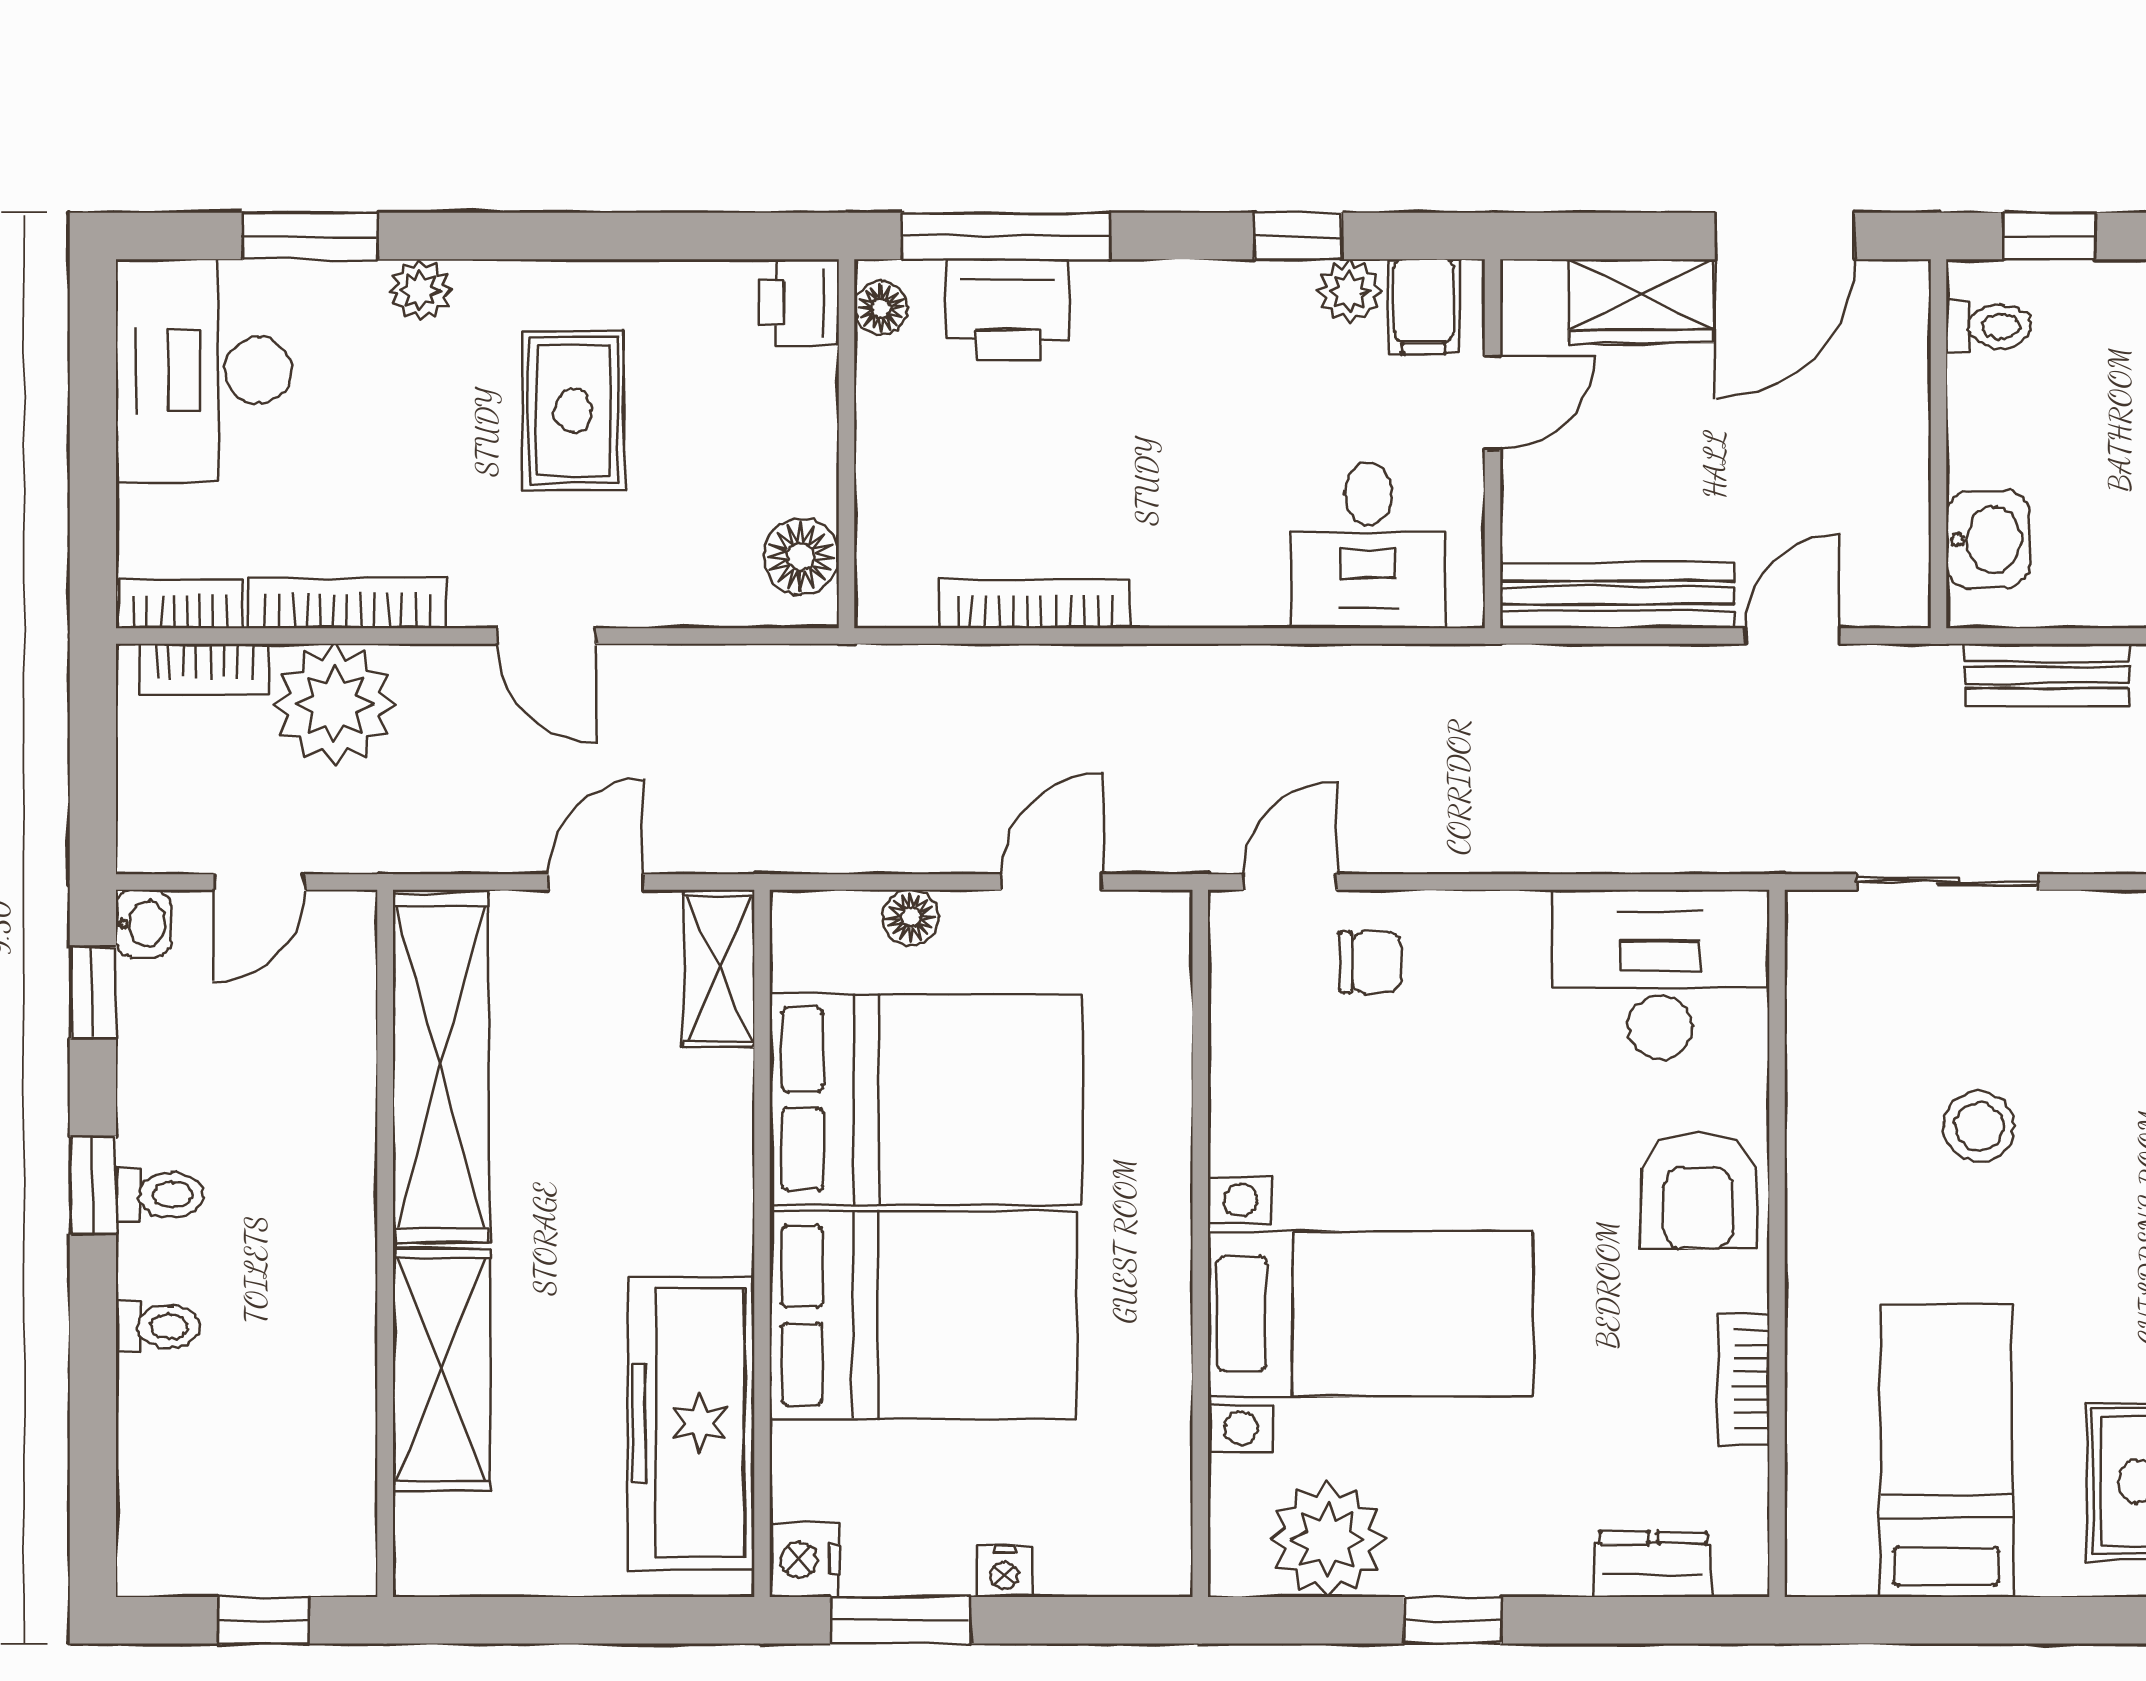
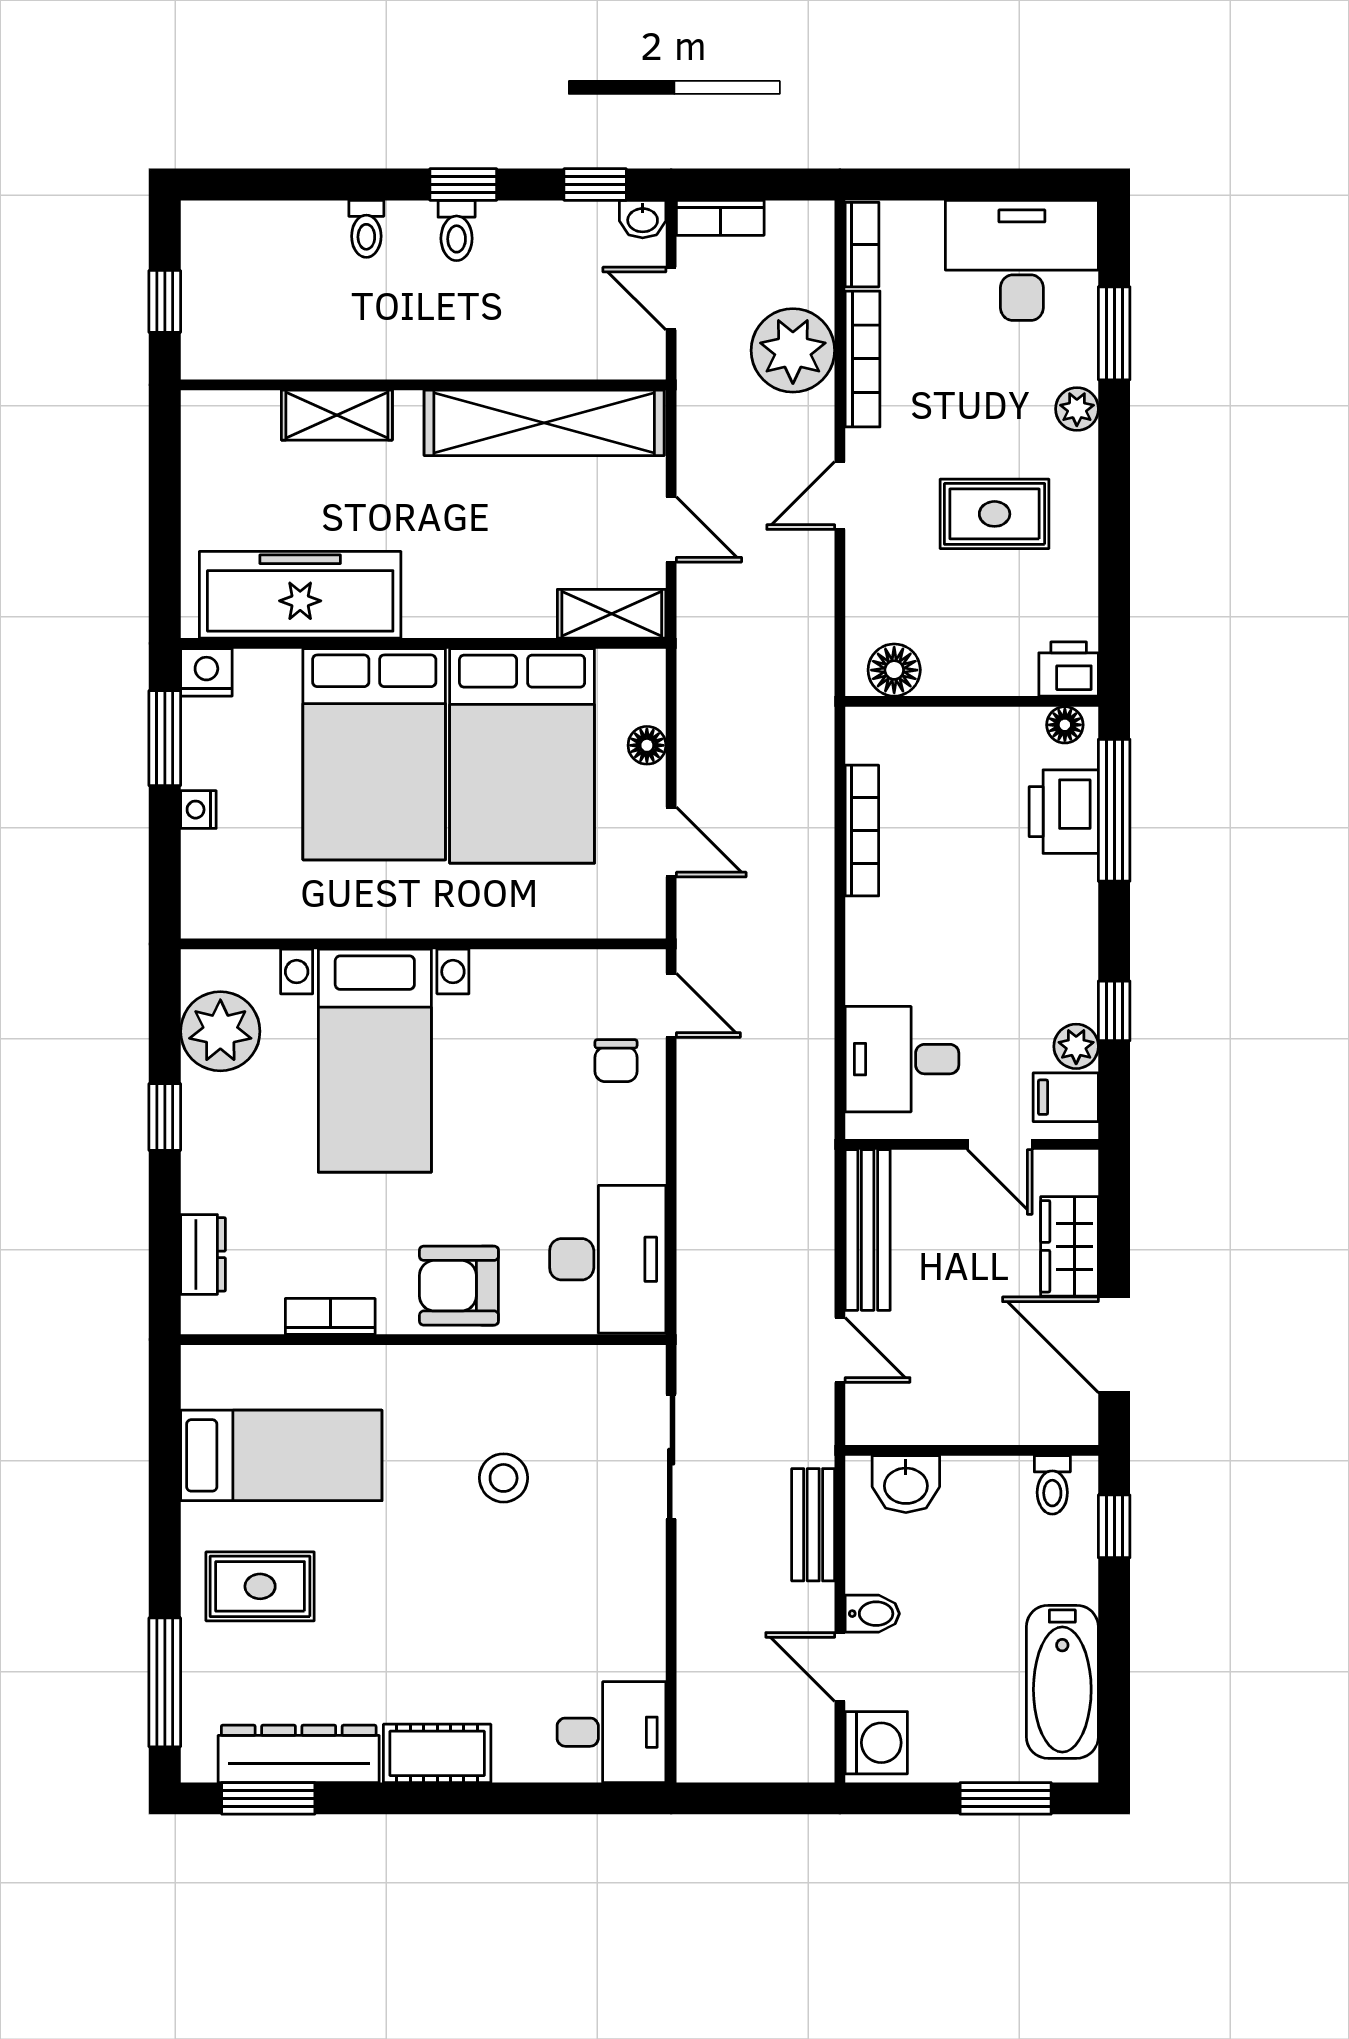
bookcase: (204, 669) -> (720, 218), moved, turned -90
shelving: (441, 1369) -> (337, 415), width x0.67, depth x0.75

